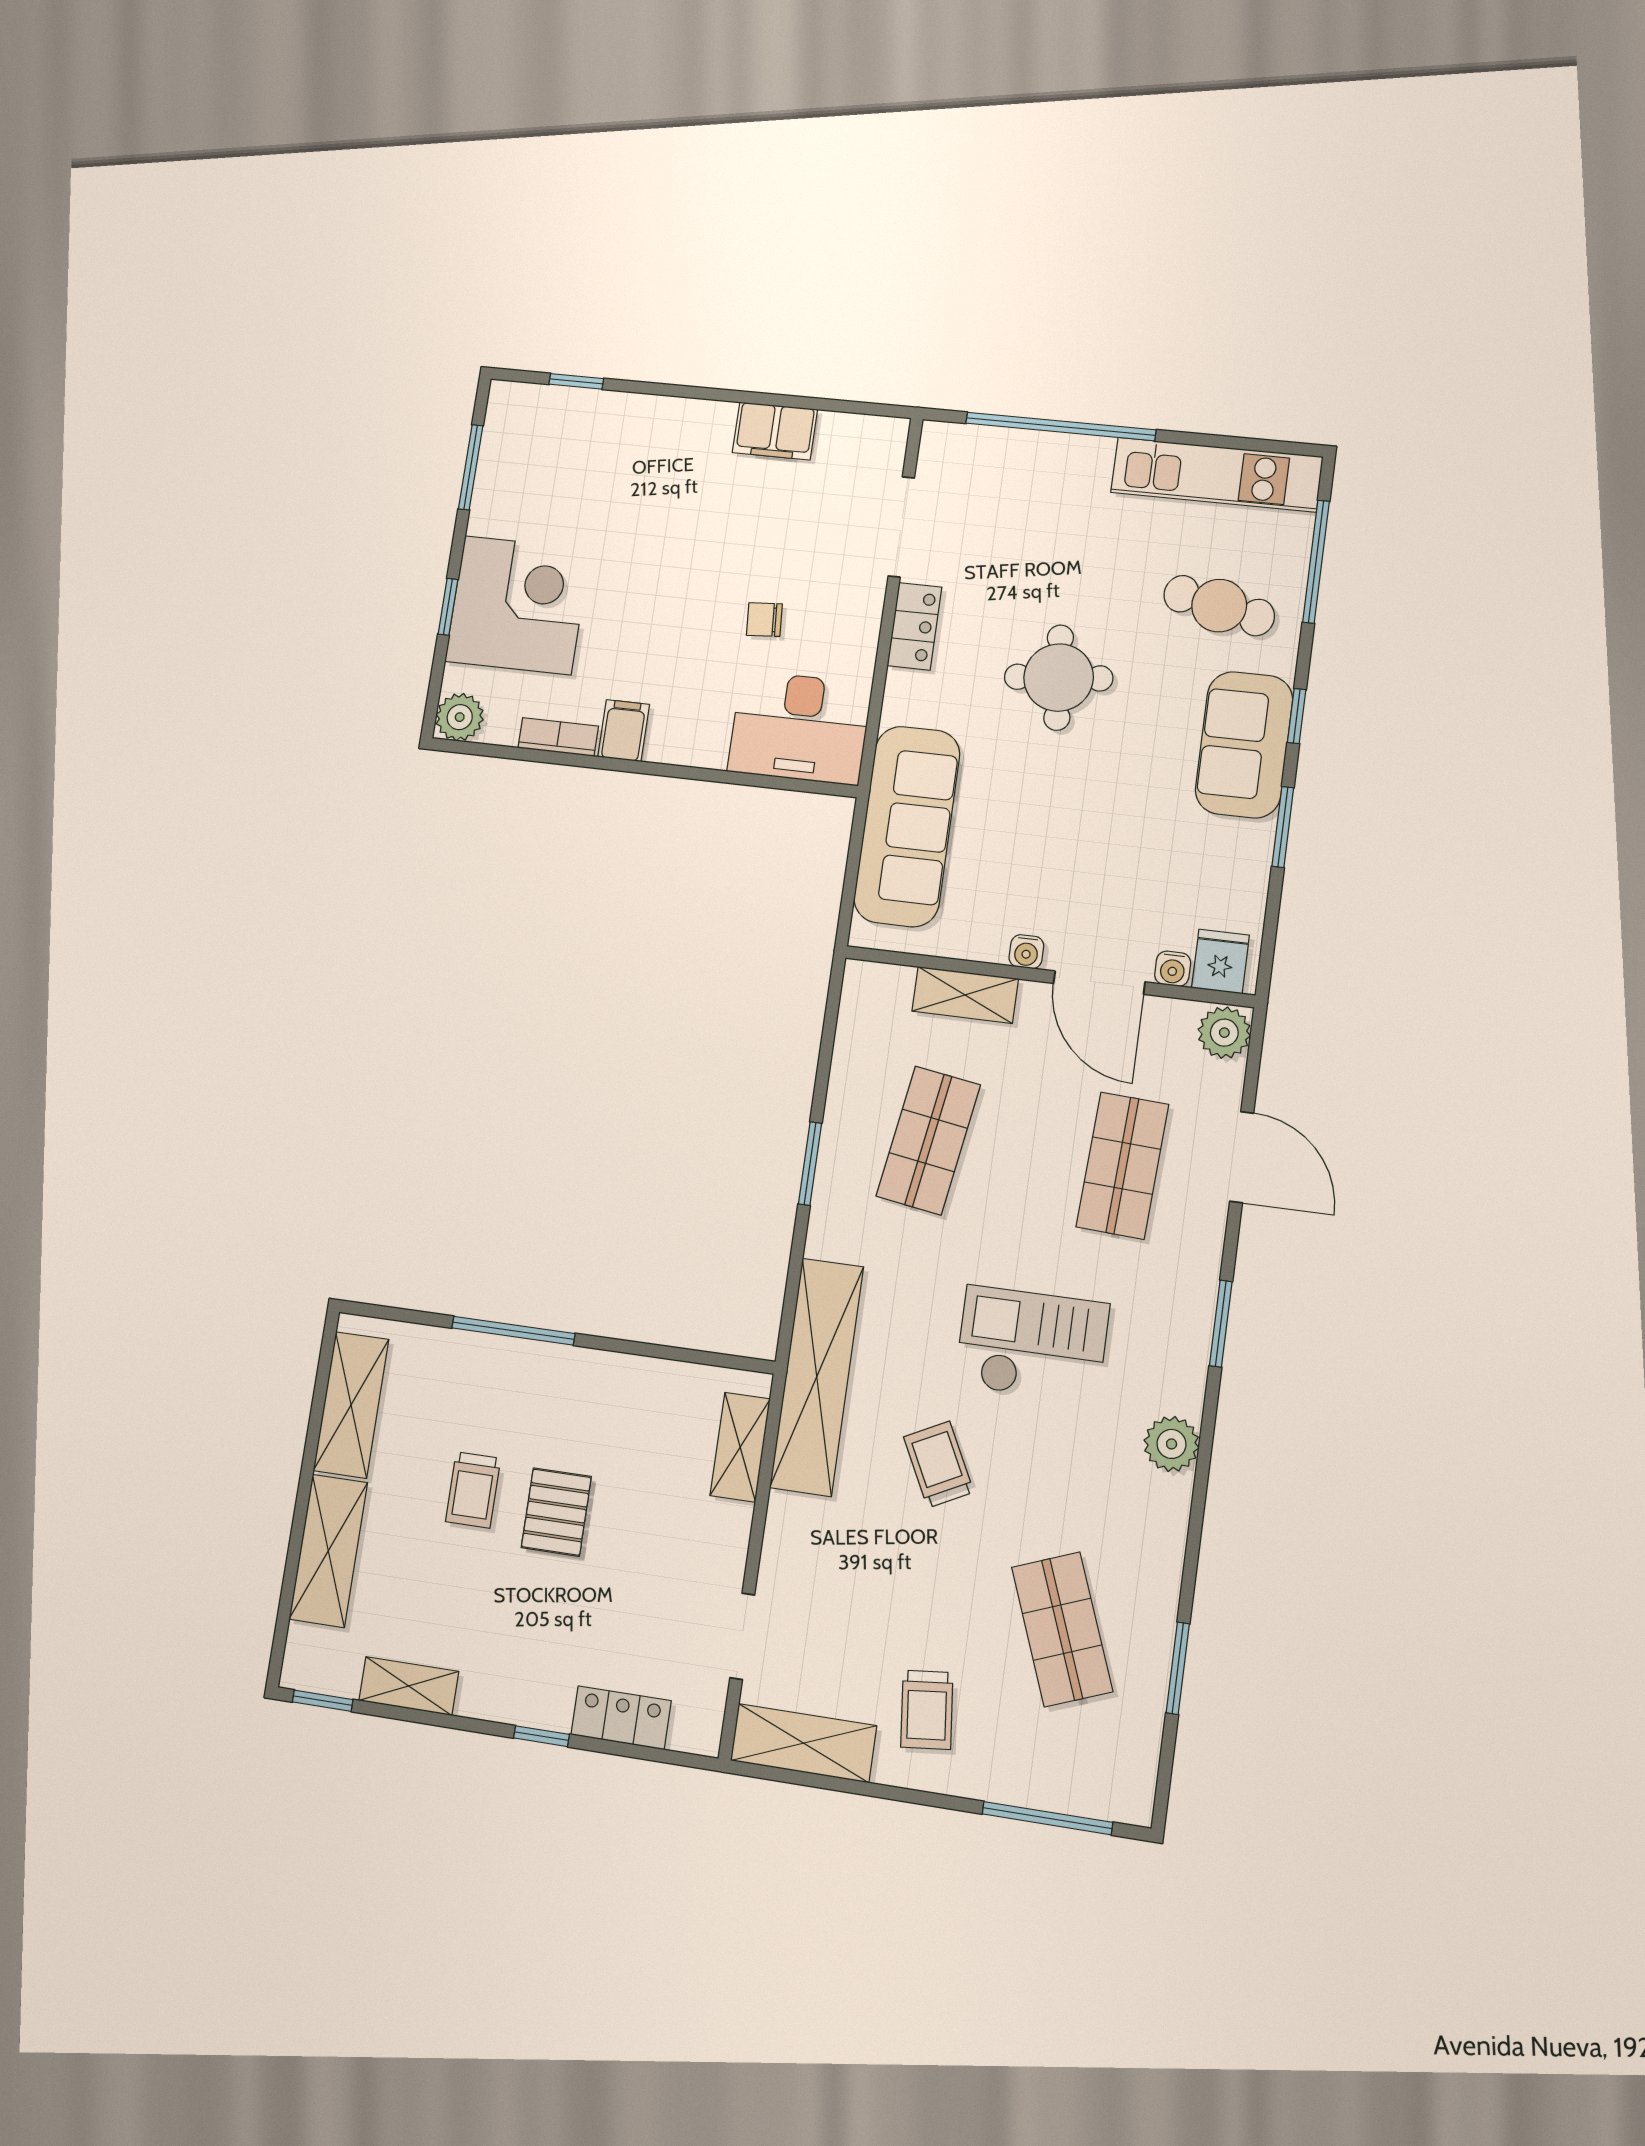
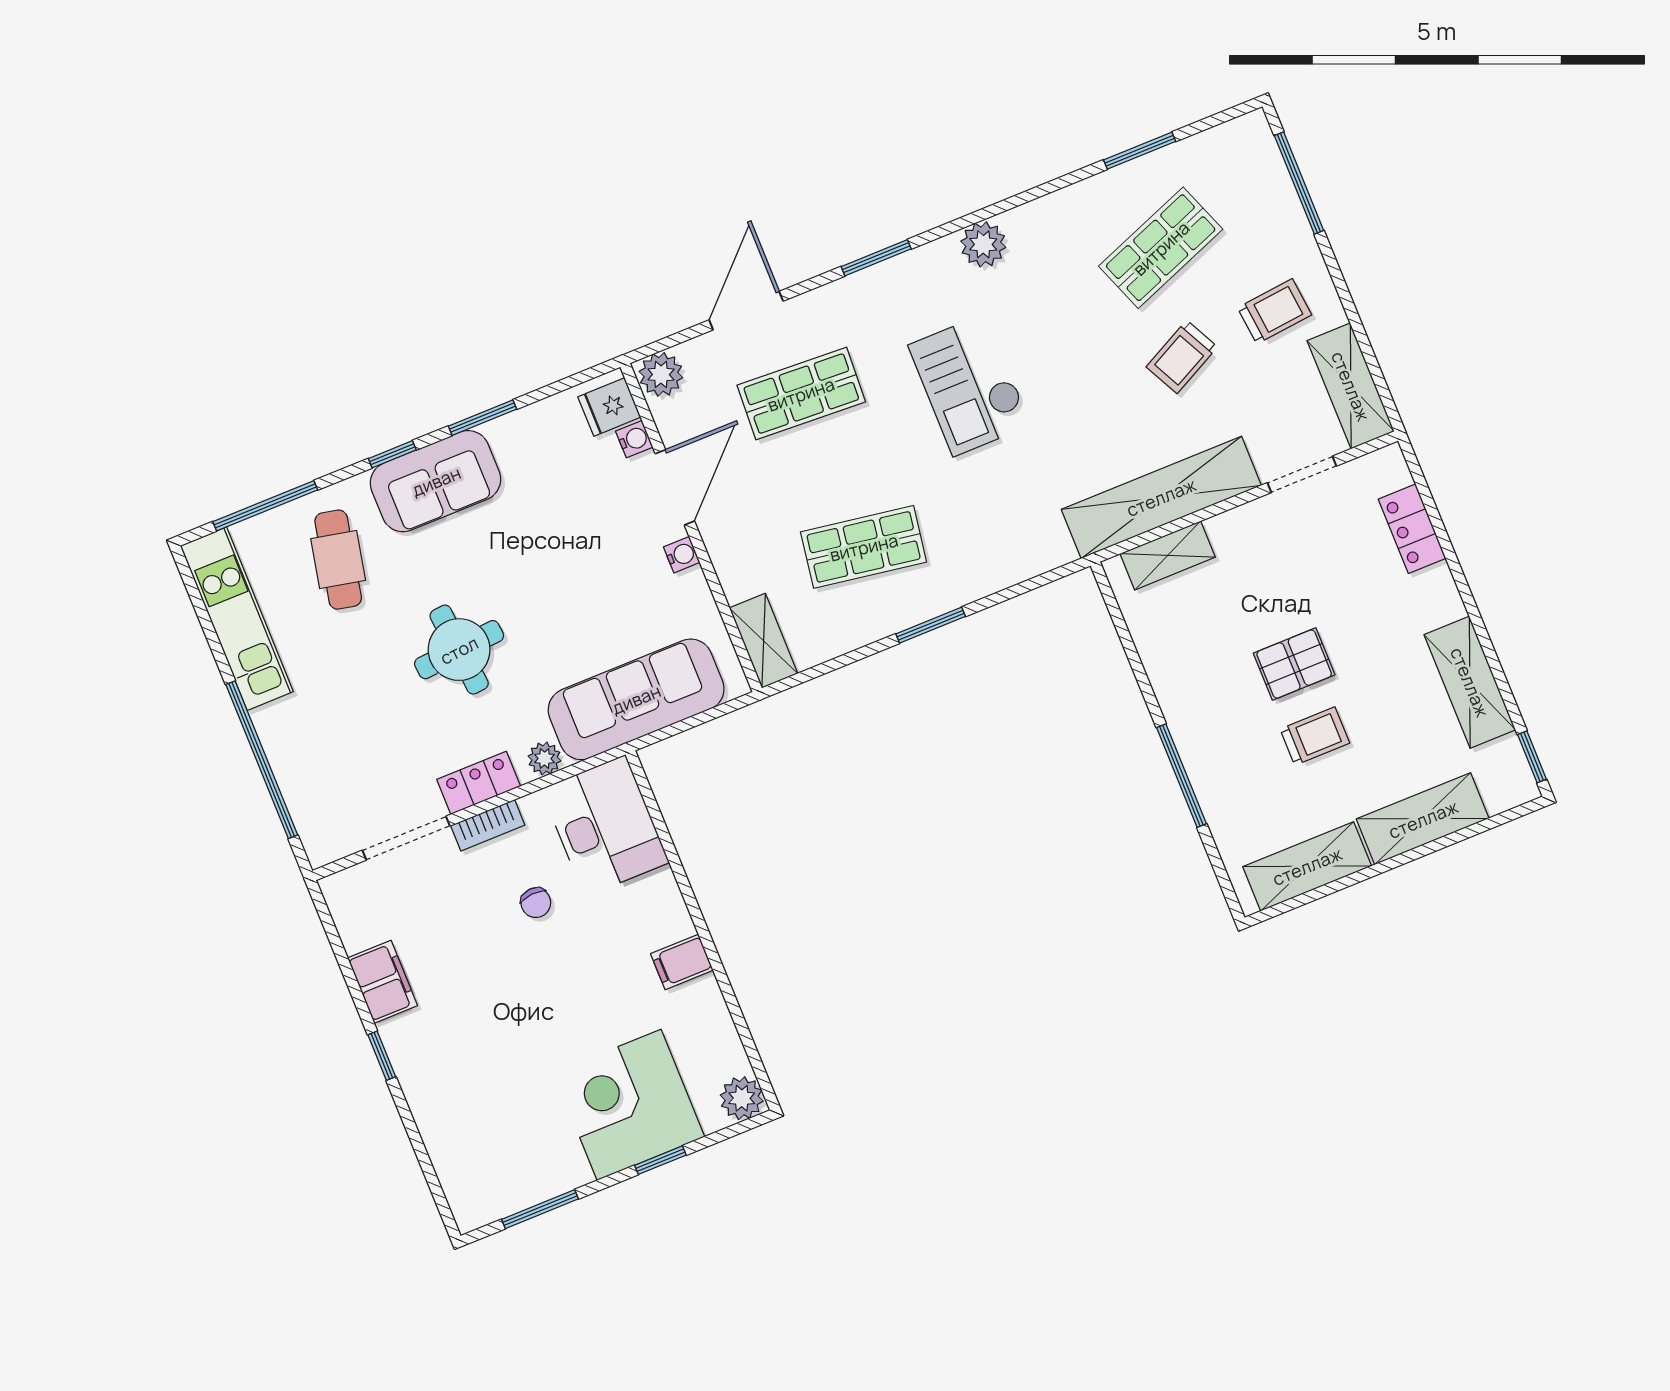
window: (576, 381) -> (382, 1056), moved
plant: (901, 704) -> (544, 759), added
bookcase: (558, 737) -> (488, 825), moved, turned -90
shelving: (965, 995) -> (764, 641), moved
shelving: (817, 1377) -> (1161, 497), moved
trolley: (939, 1464) -> (1182, 357), moved
shelving: (409, 1686) -> (1470, 682), width x1.50, depth x1.33
window: (541, 1736) -> (1460, 579), removed

